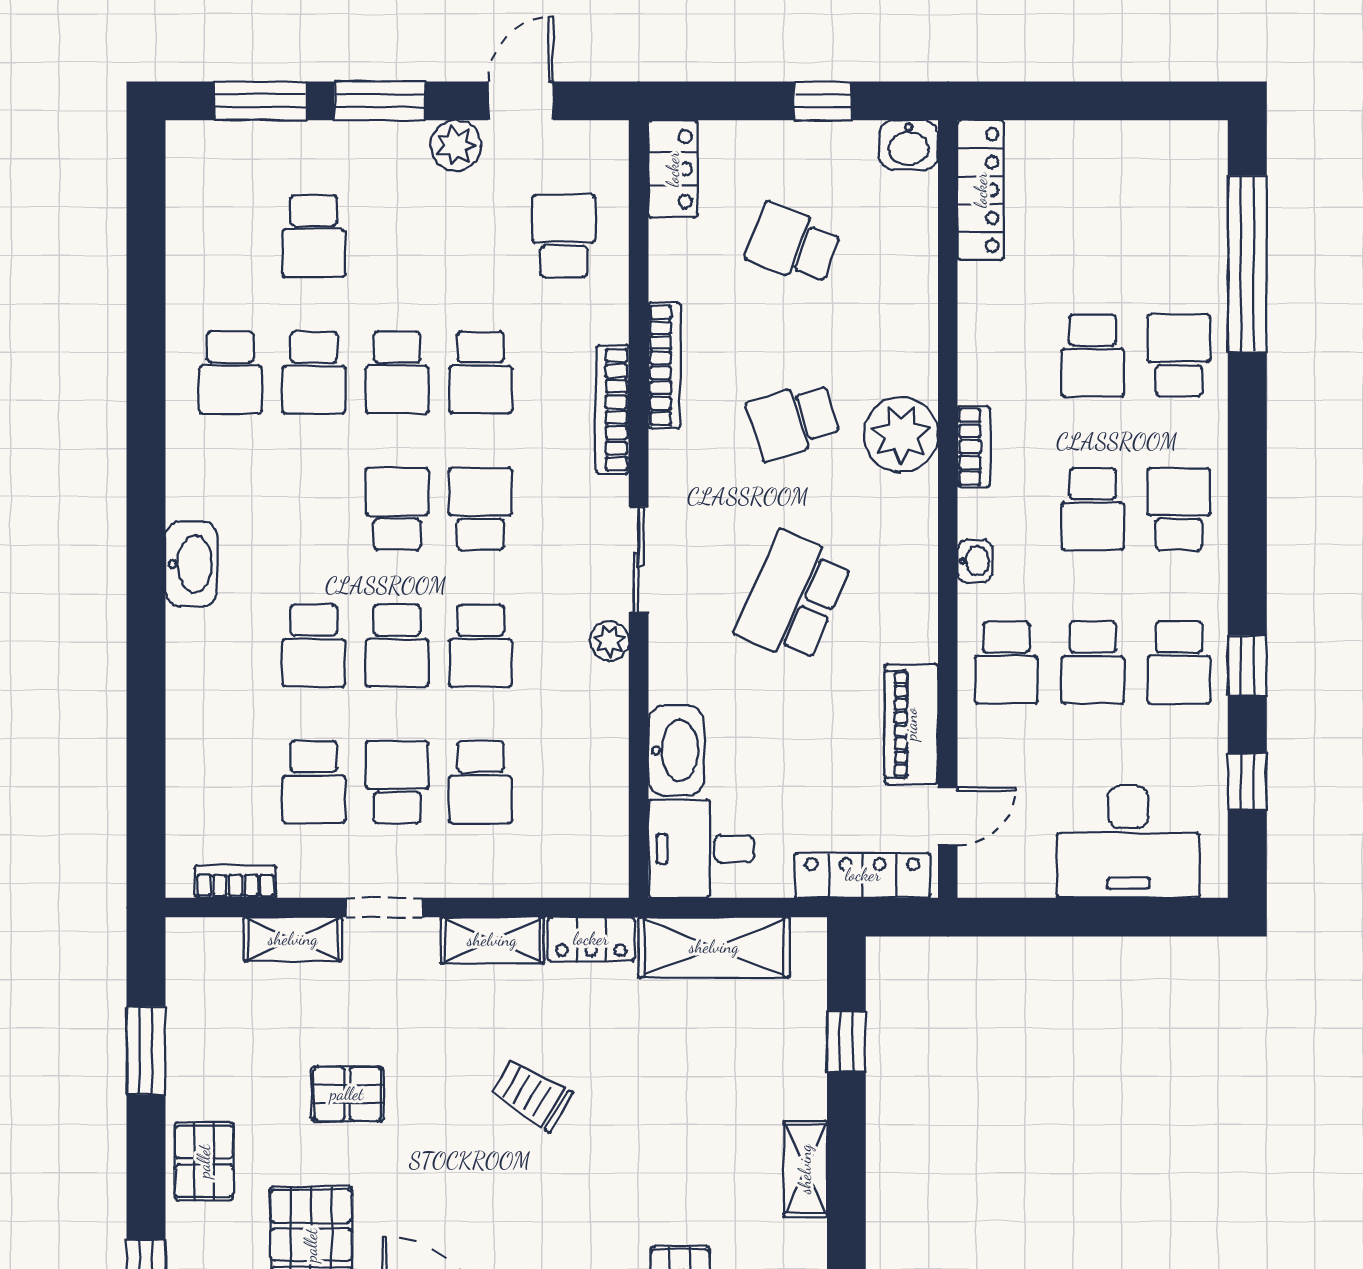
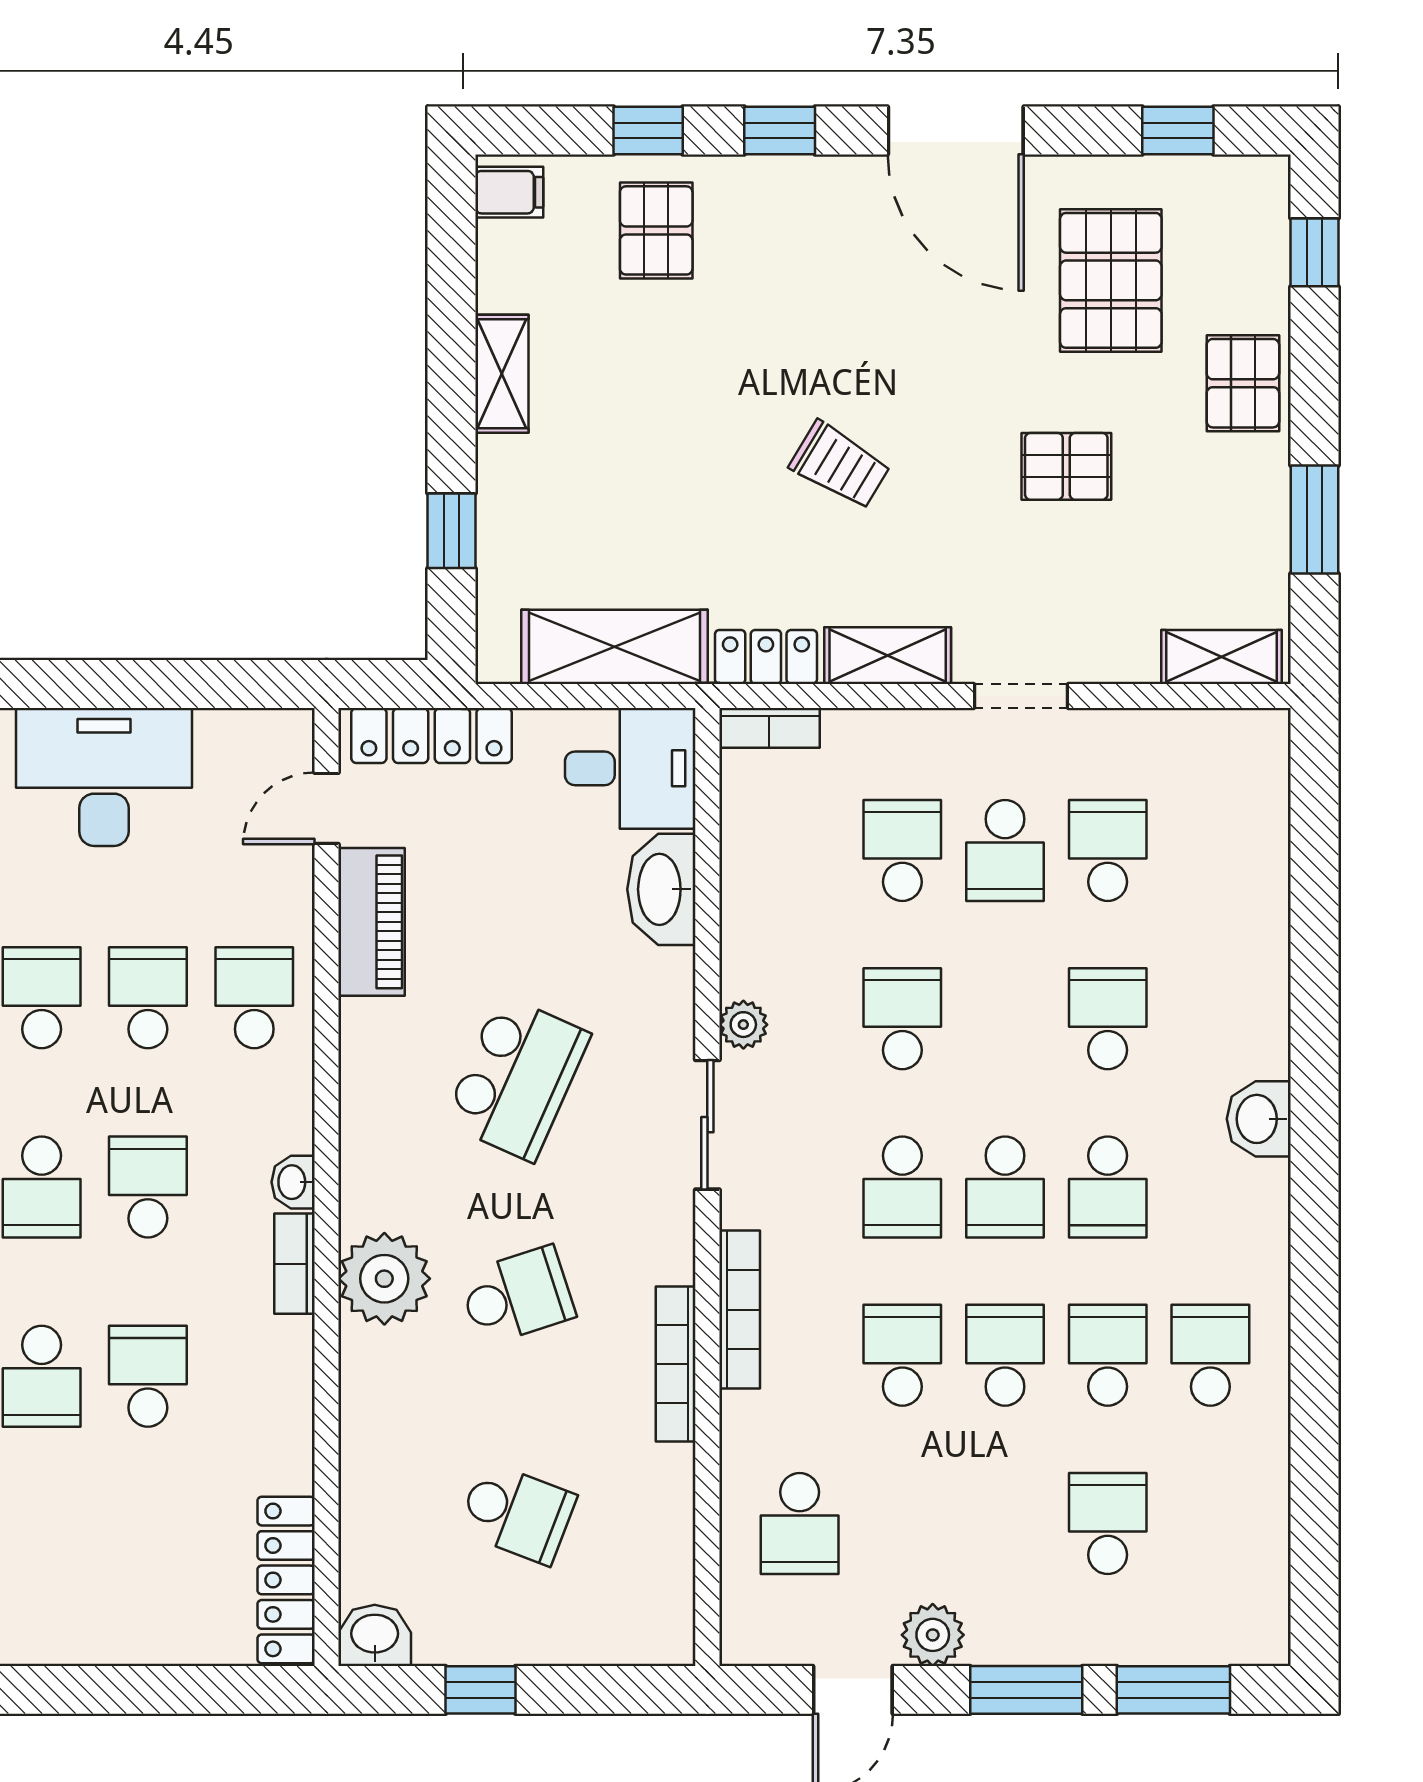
locker: (673, 169) -> (665, 1606), removed
washbasin: (975, 561) -> (293, 1182), moved
washbasin: (191, 564) -> (1259, 1119), width x0.72
school desk: (397, 646) -> (1108, 1187), moved, turned 180
bookcase: (236, 882) -> (769, 728), moved
shelving: (293, 939) -> (1221, 657), moved

